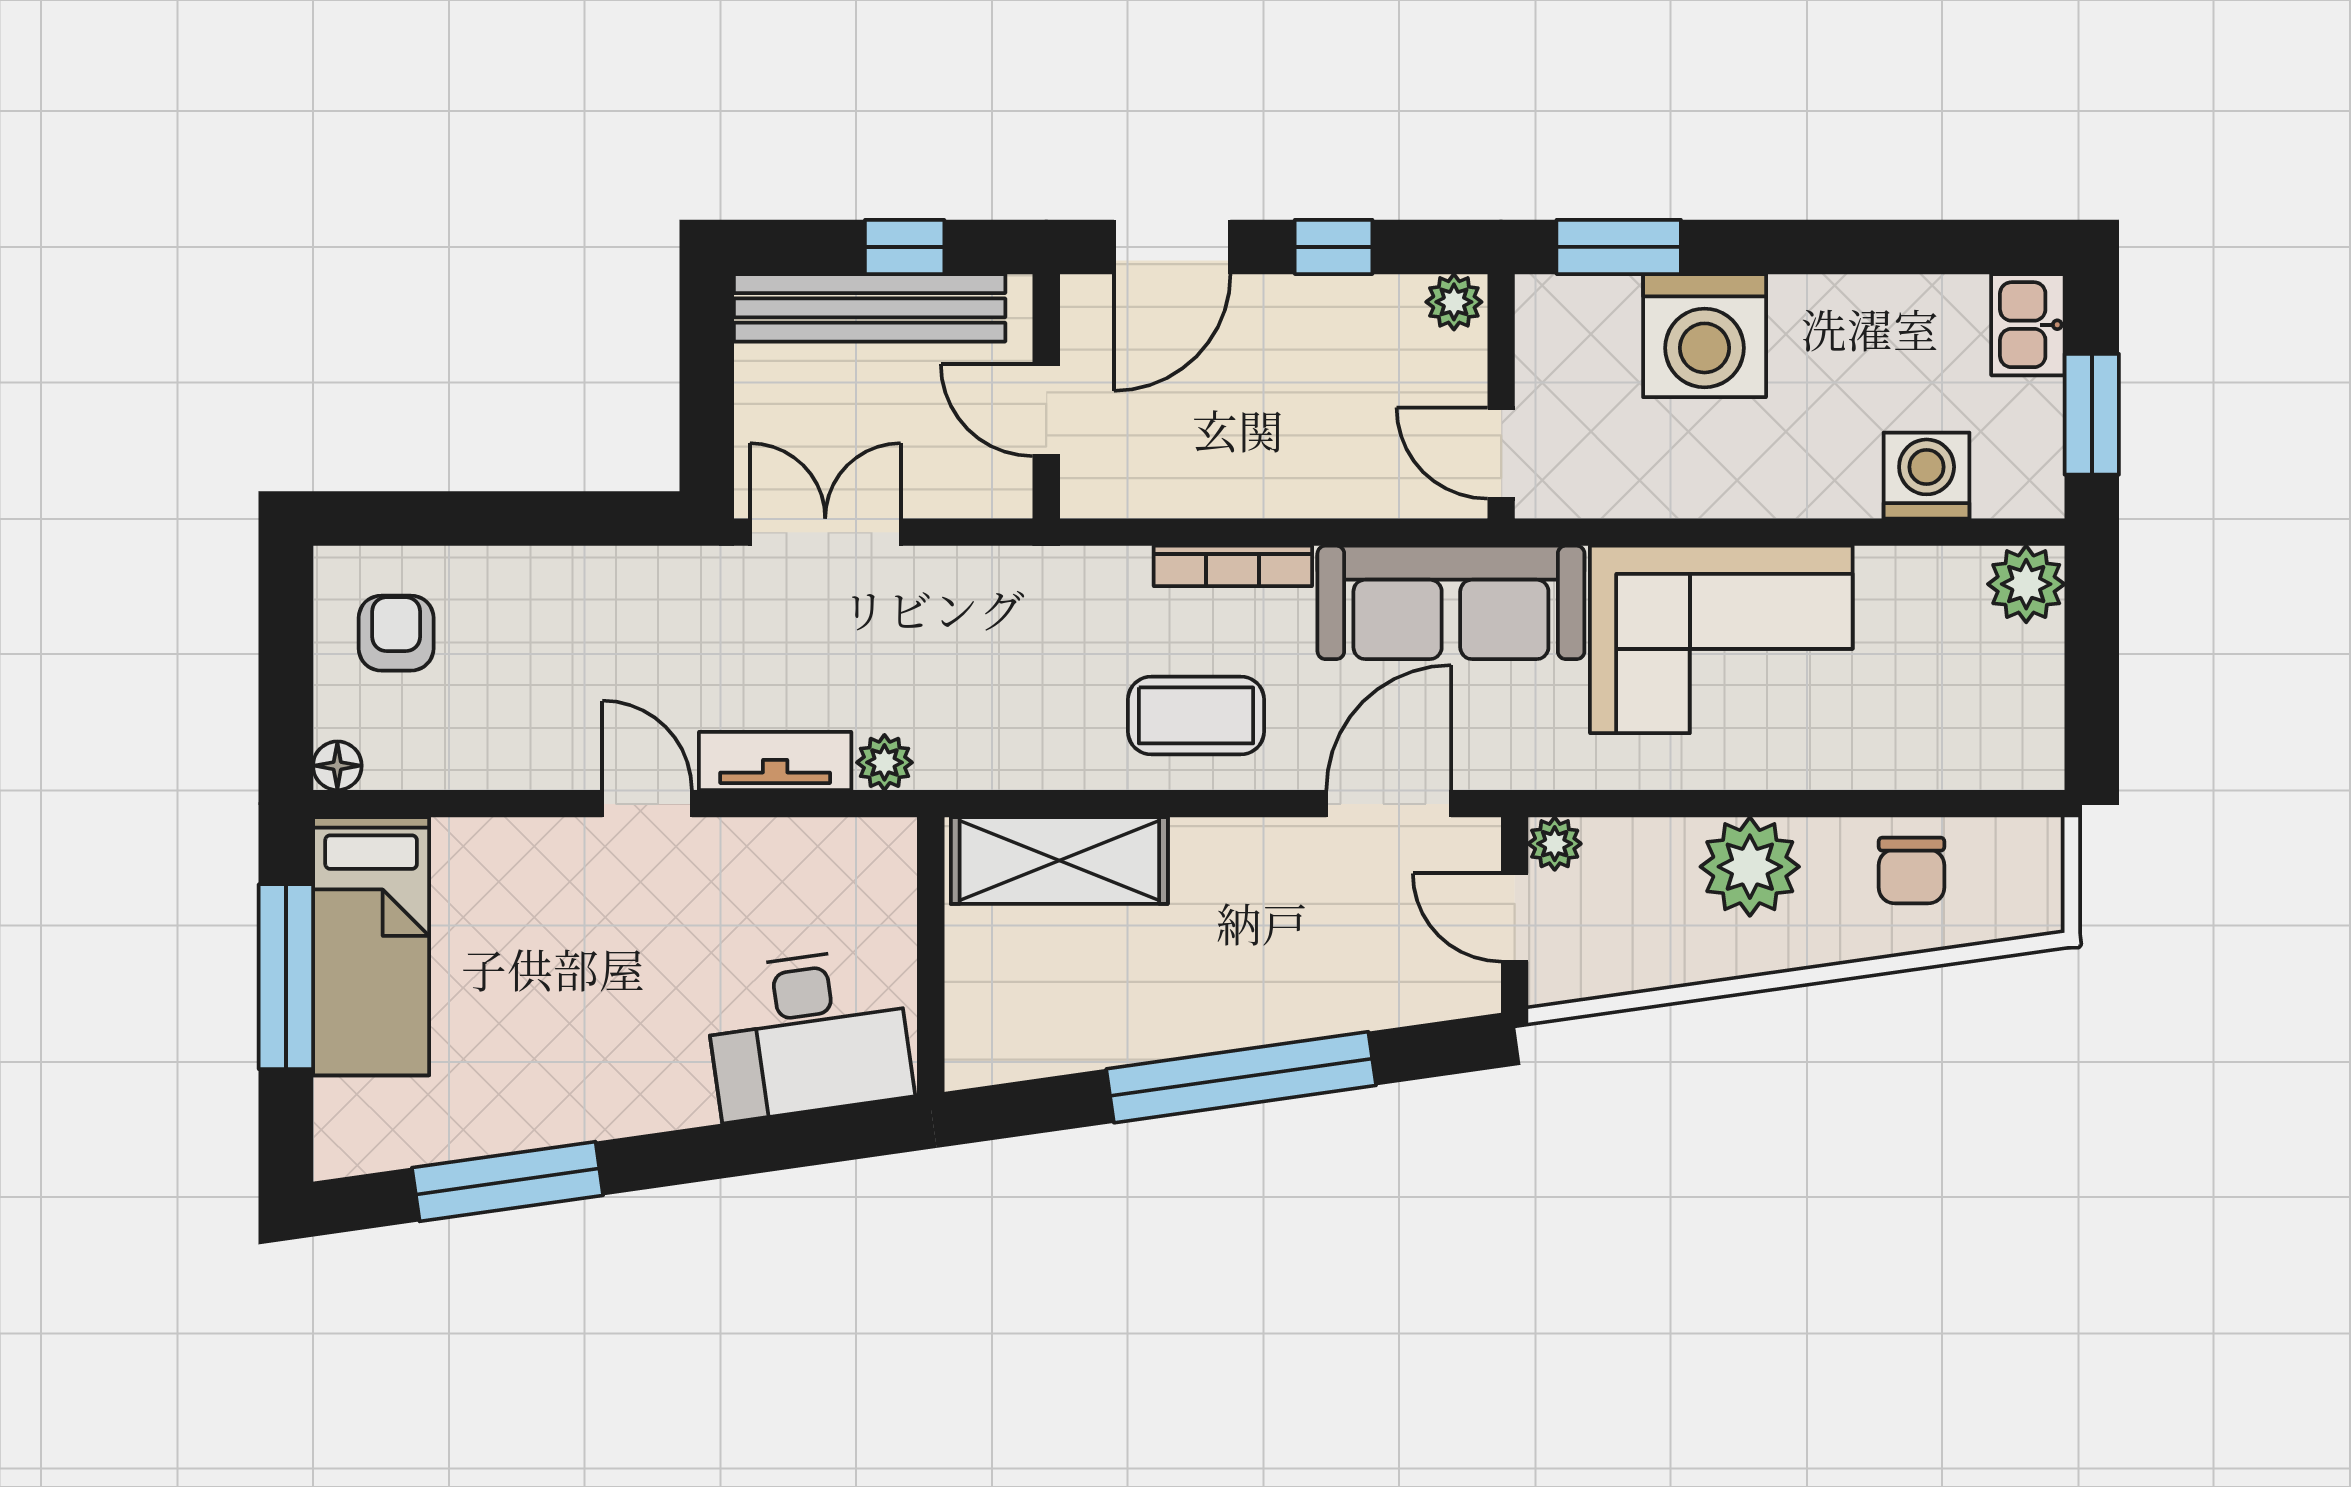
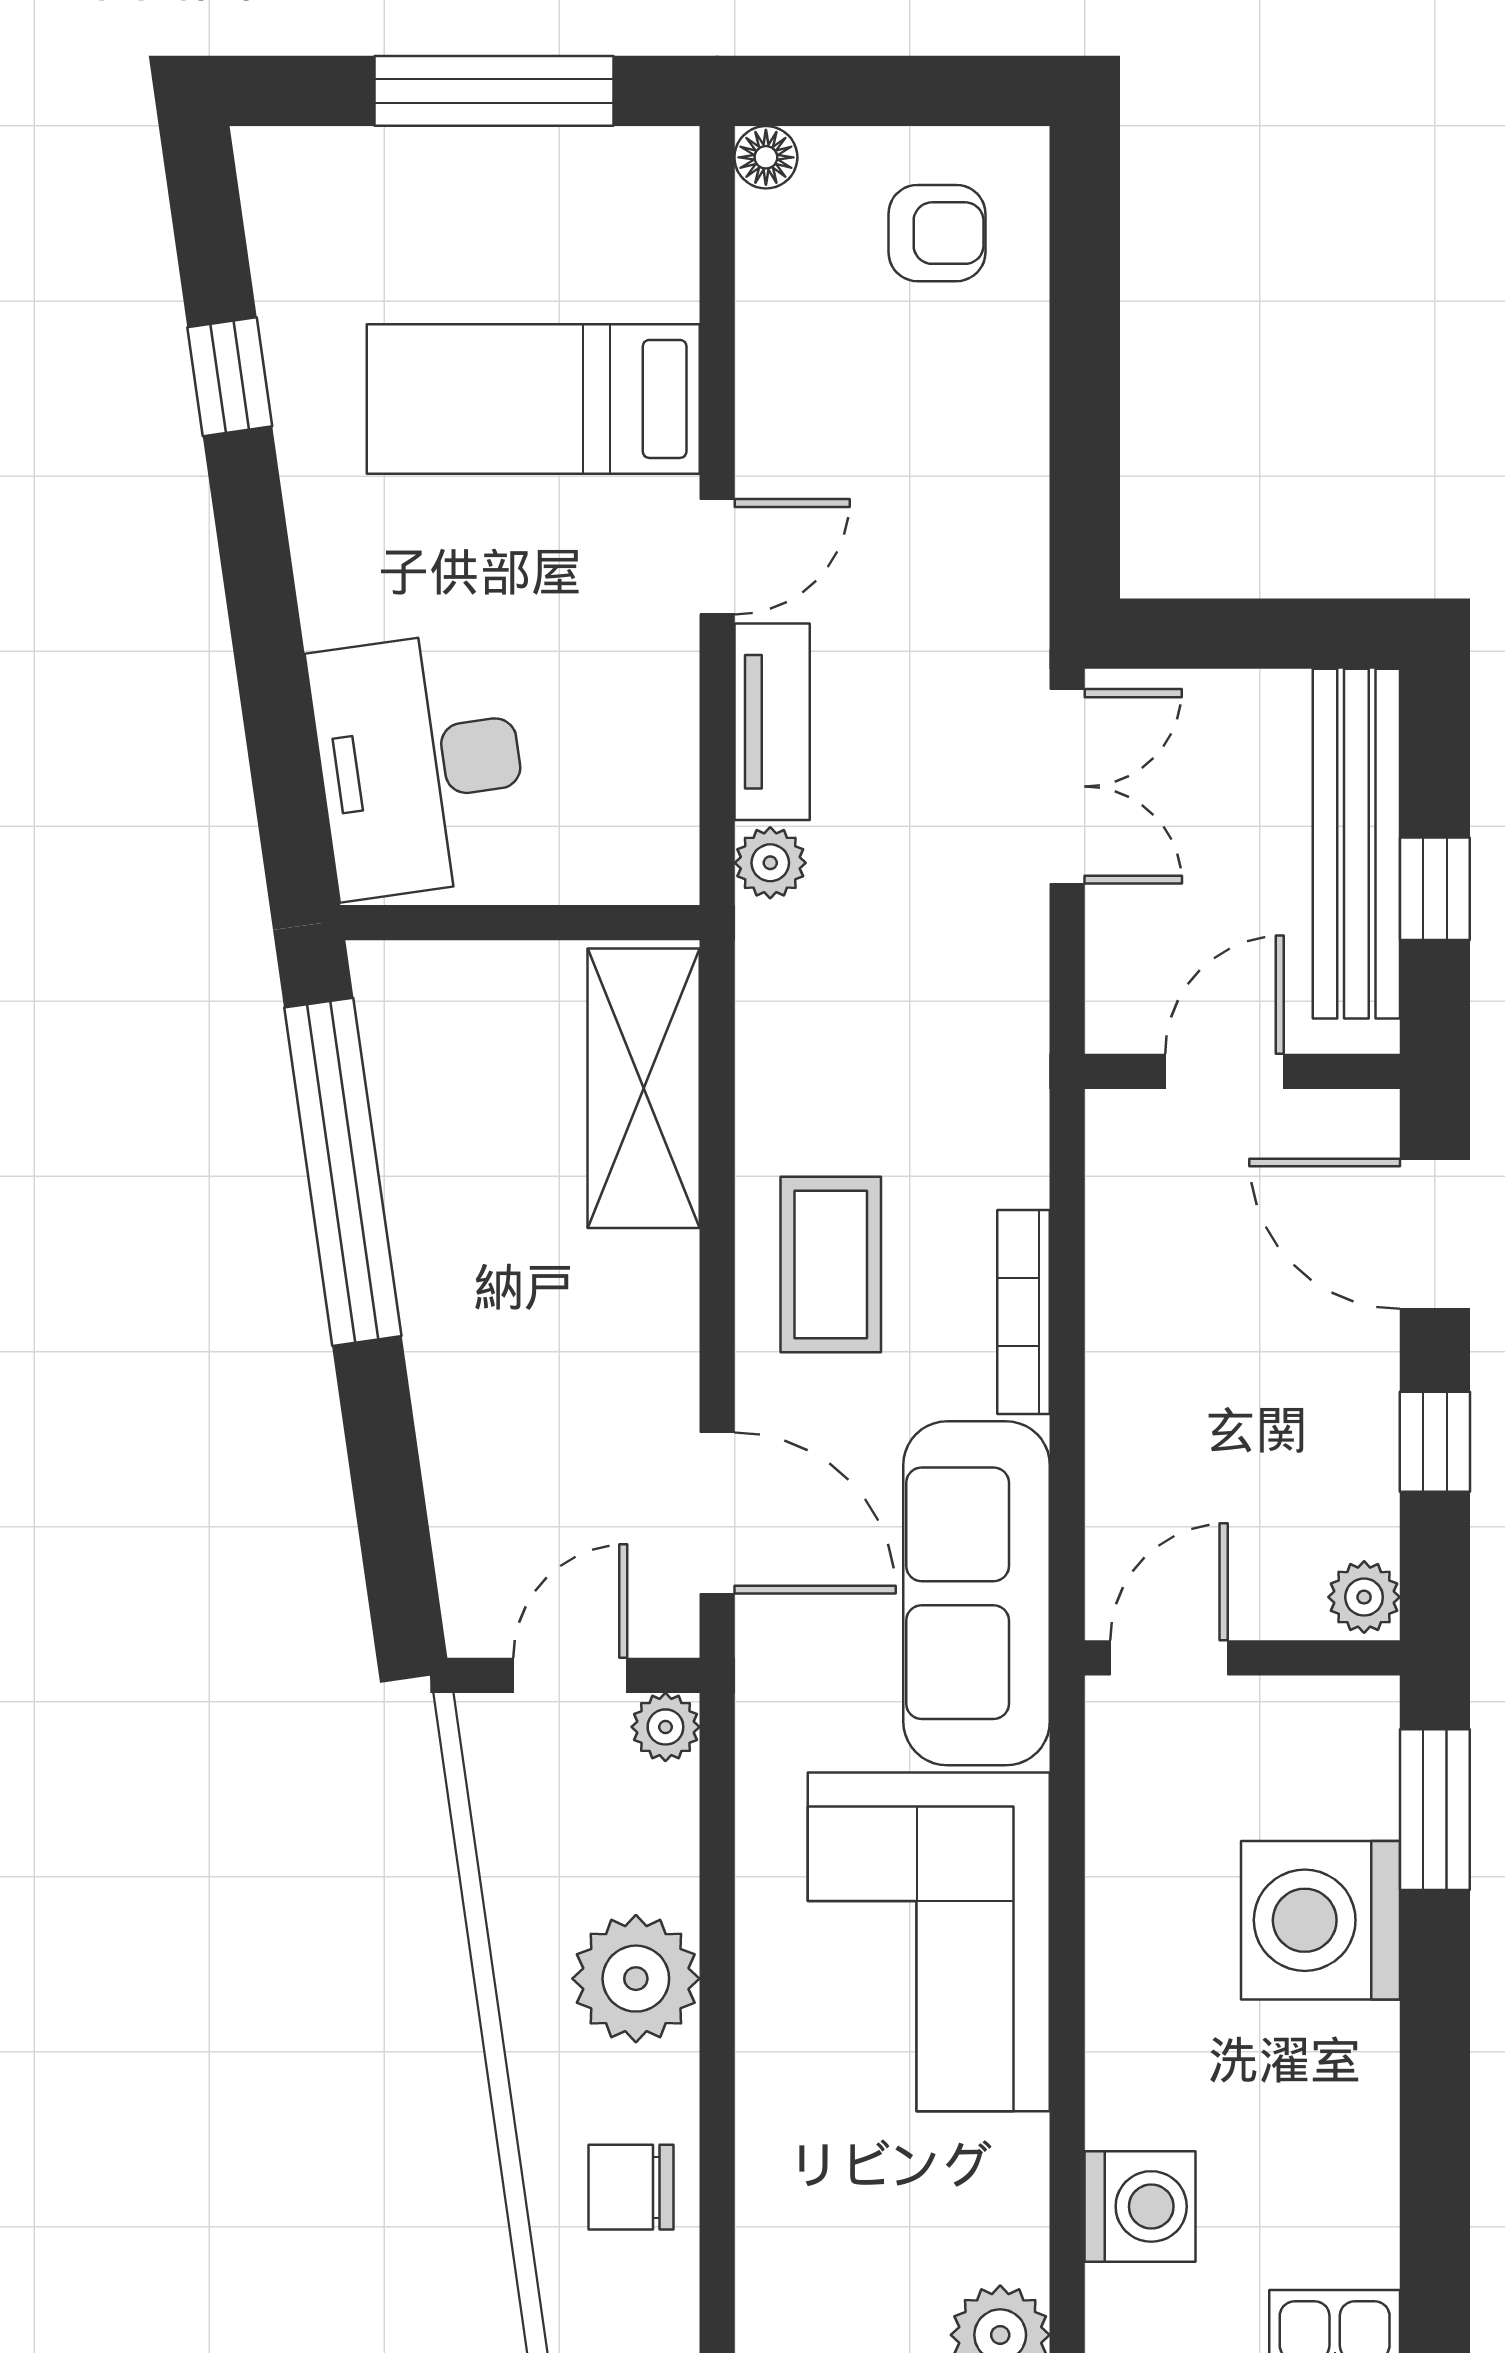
bed: (371, 946) -> (533, 399), moved
window: (1241, 1077) -> (343, 1172), moved
window: (508, 1182) -> (230, 377), width x0.46

